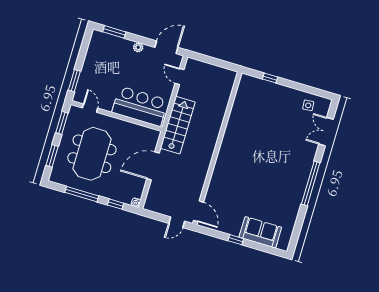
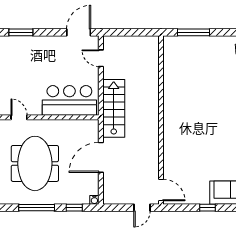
plant: (138, 47) -> (50, 41), removed
window: (270, 78) -> (194, 32), width x2.17

